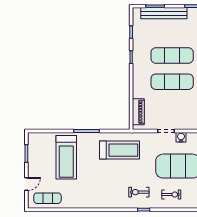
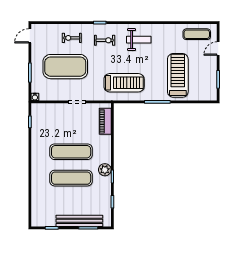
plant: (139, 64) -> (105, 170), added
water cooler: (181, 137) -> (62, 96), removed
treadmill: (120, 150) -> (124, 83), turned 180
weight bench: (105, 193) -> (139, 40), added

